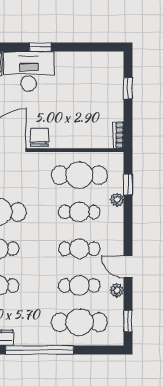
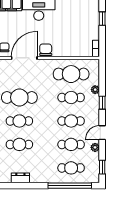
window: (128, 185) -> (102, 103), moved
door: (128, 267) -> (102, 133), hinge flipped
cafe table: (79, 322) -> (71, 168), width x0.73, depth x0.74
window: (40, 350) -> (70, 186), moved

